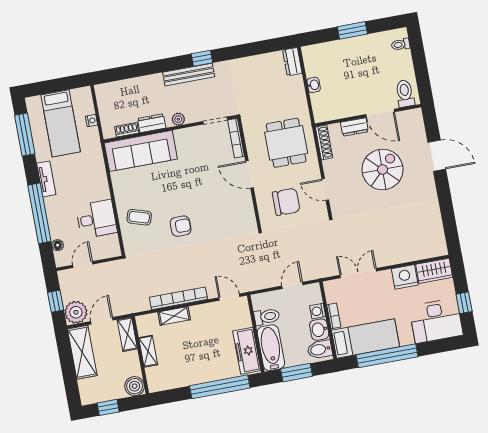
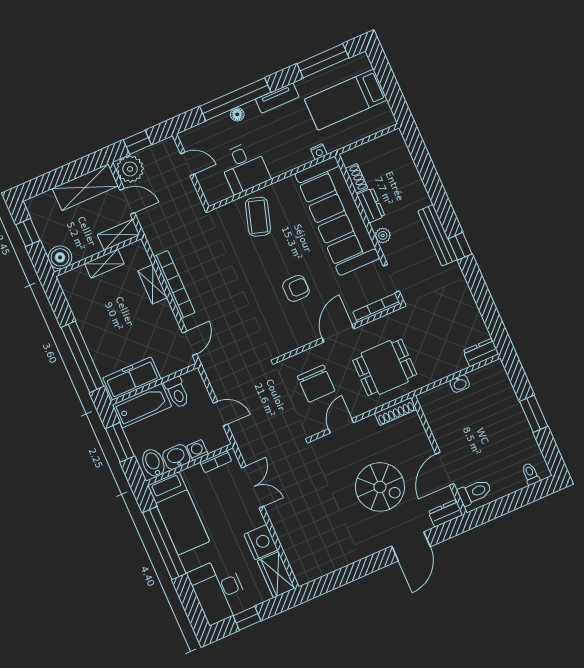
nightstand: (92, 121) -> (319, 152), moved
dresser: (354, 127) -> (445, 513), moved, turned 90
sofa: (141, 151) -> (337, 216), width x1.36, depth x1.27
coffee table: (139, 217) -> (258, 217), width x1.36, depth x1.30
armchair: (181, 226) -> (296, 288), moved, turned -90
floor lamp: (58, 245) -> (237, 114), moved
bookcase: (334, 316) -> (216, 462), moved

